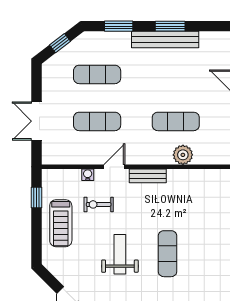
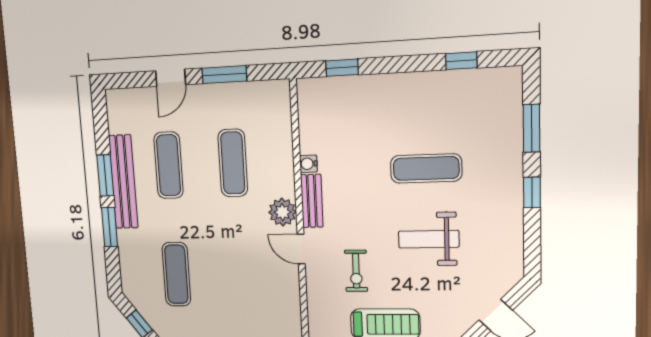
window: (119, 26) -> (110, 227), moved
exercise mat: (97, 121) -> (169, 165), moved
plant: (183, 155) -> (282, 212), moved
water cooler: (88, 175) -> (308, 164), moved

